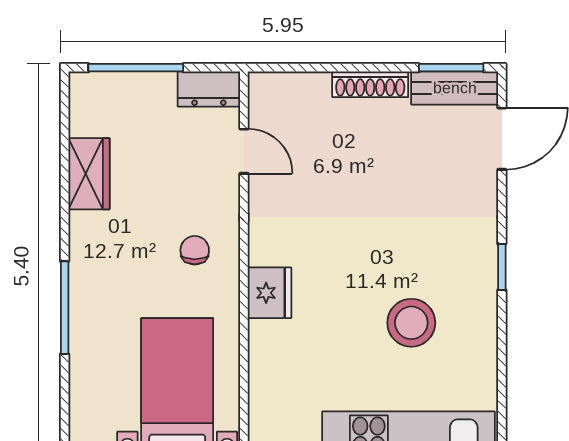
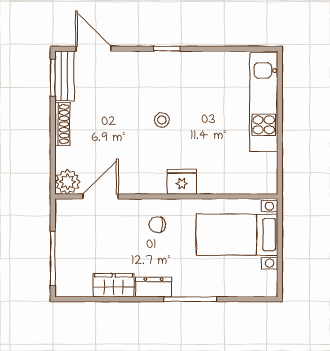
dresser: (209, 89) -> (154, 287), moved, turned -90
plant: (270, 93) -> (68, 182), added
door: (244, 151) -> (101, 196), width x1.38
stool: (411, 323) -> (162, 120), moved, width x0.53, depth x0.53

